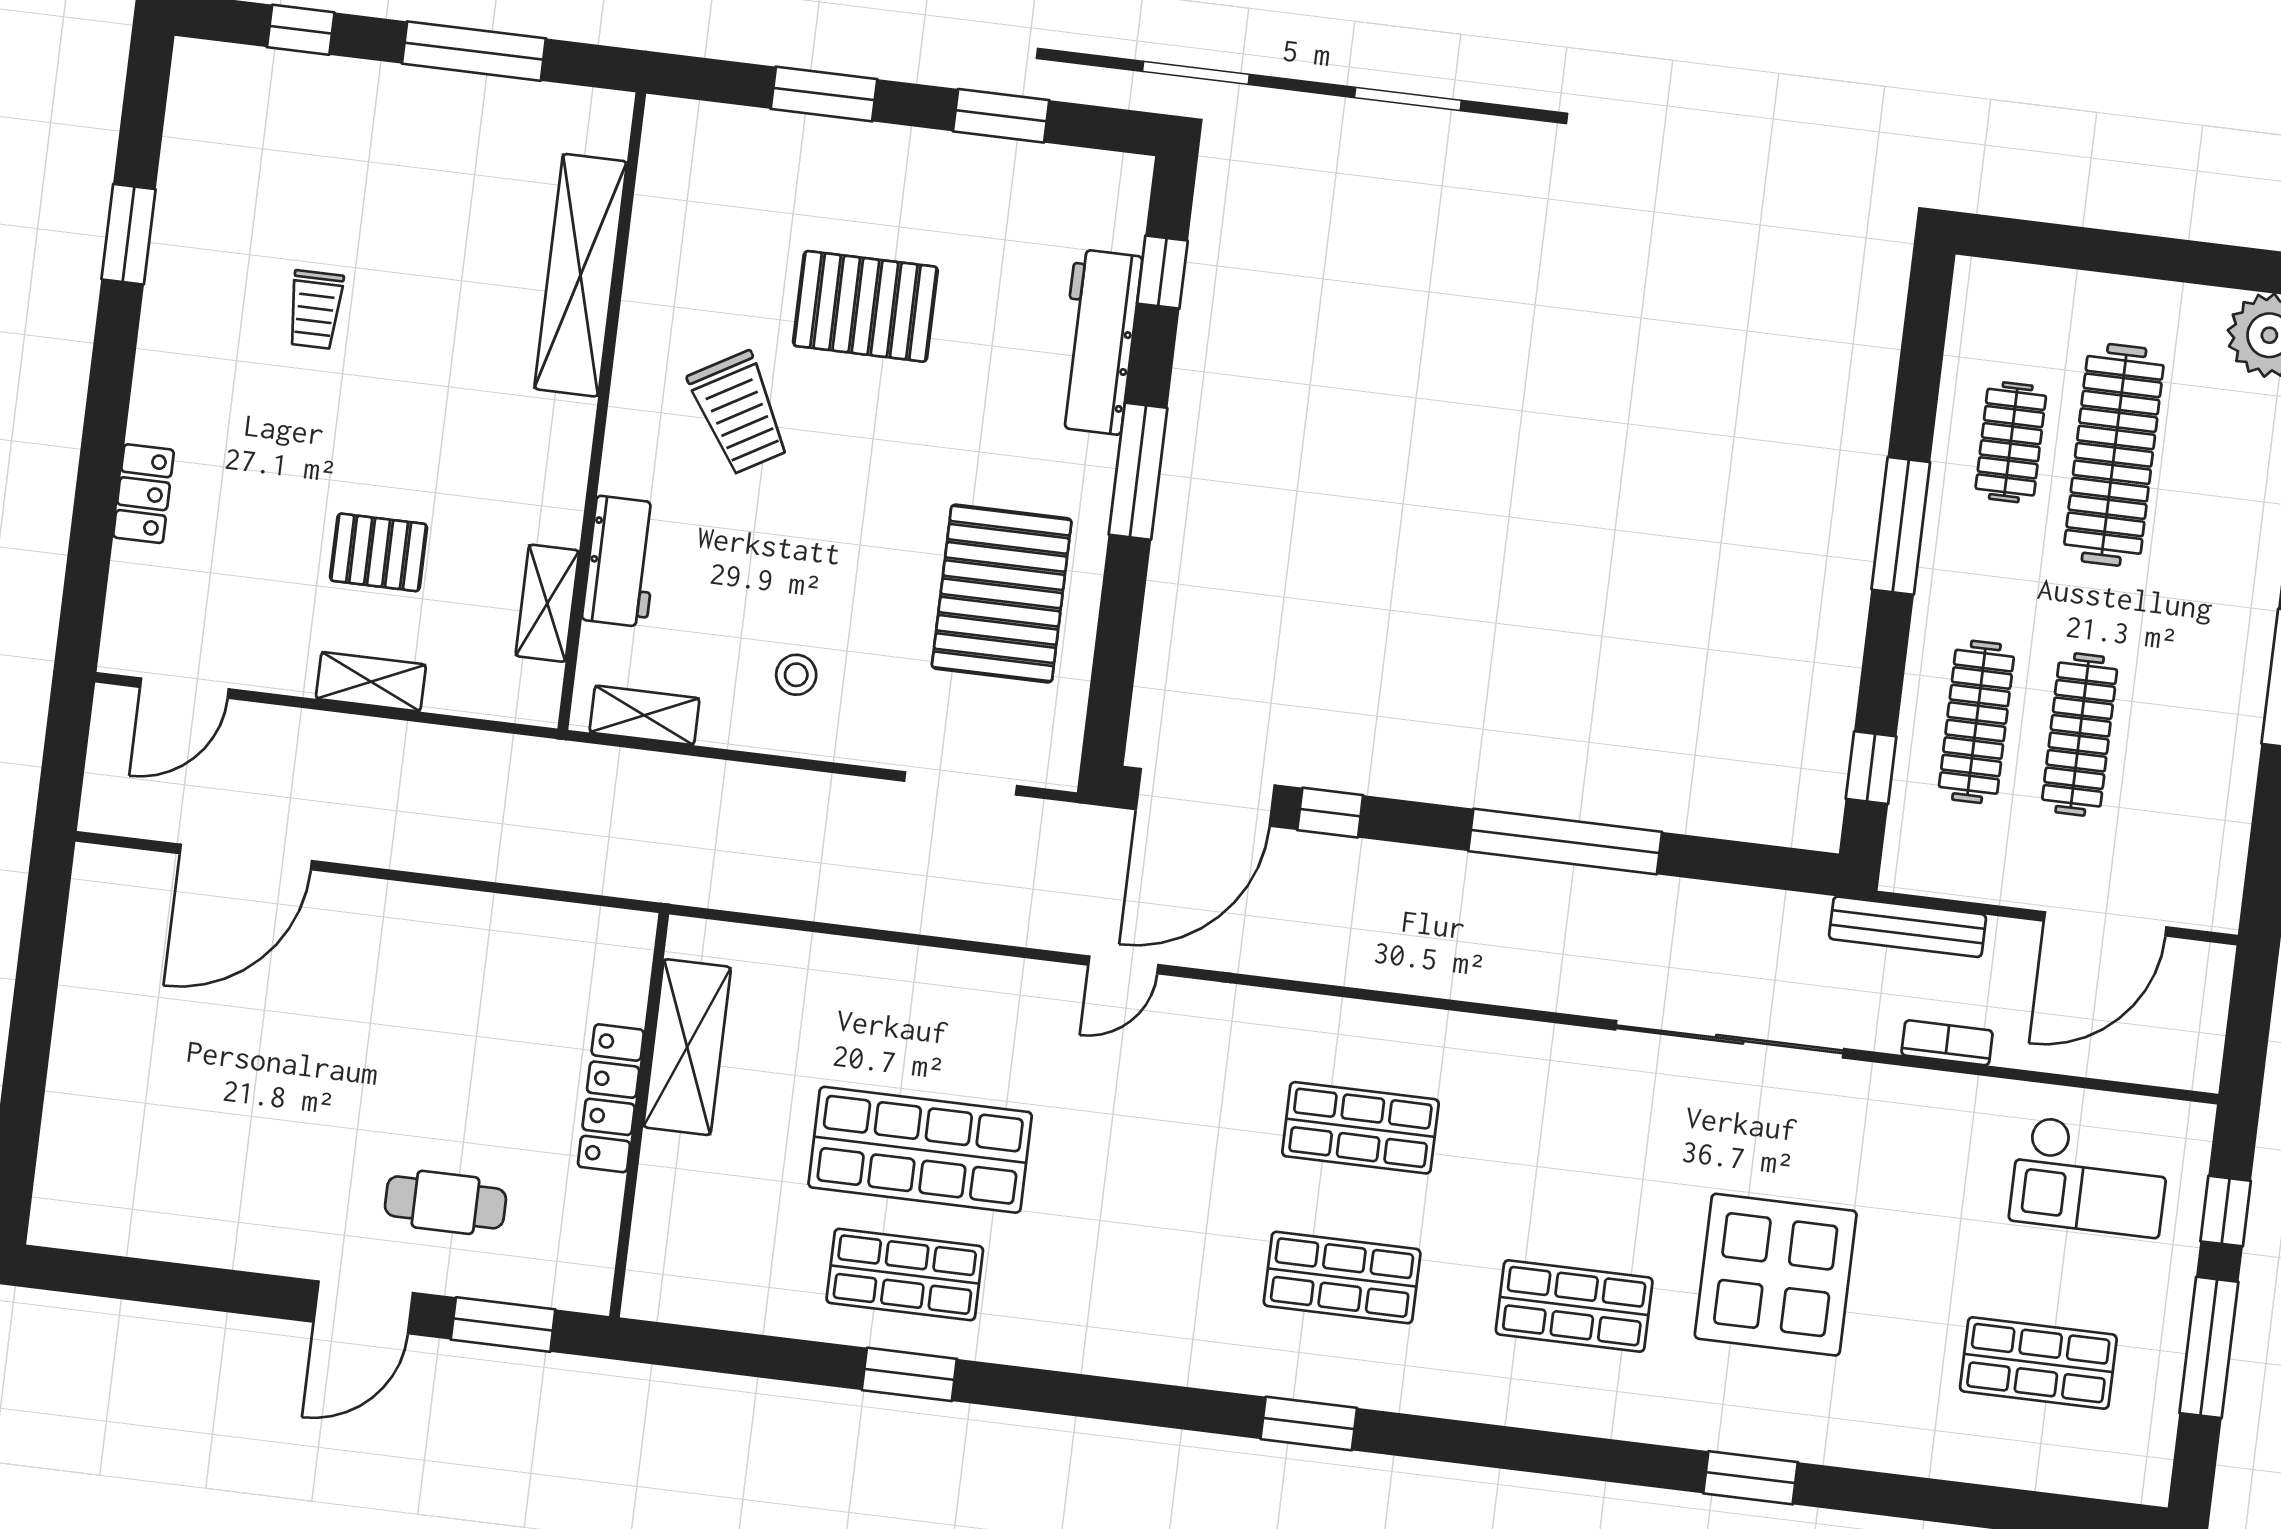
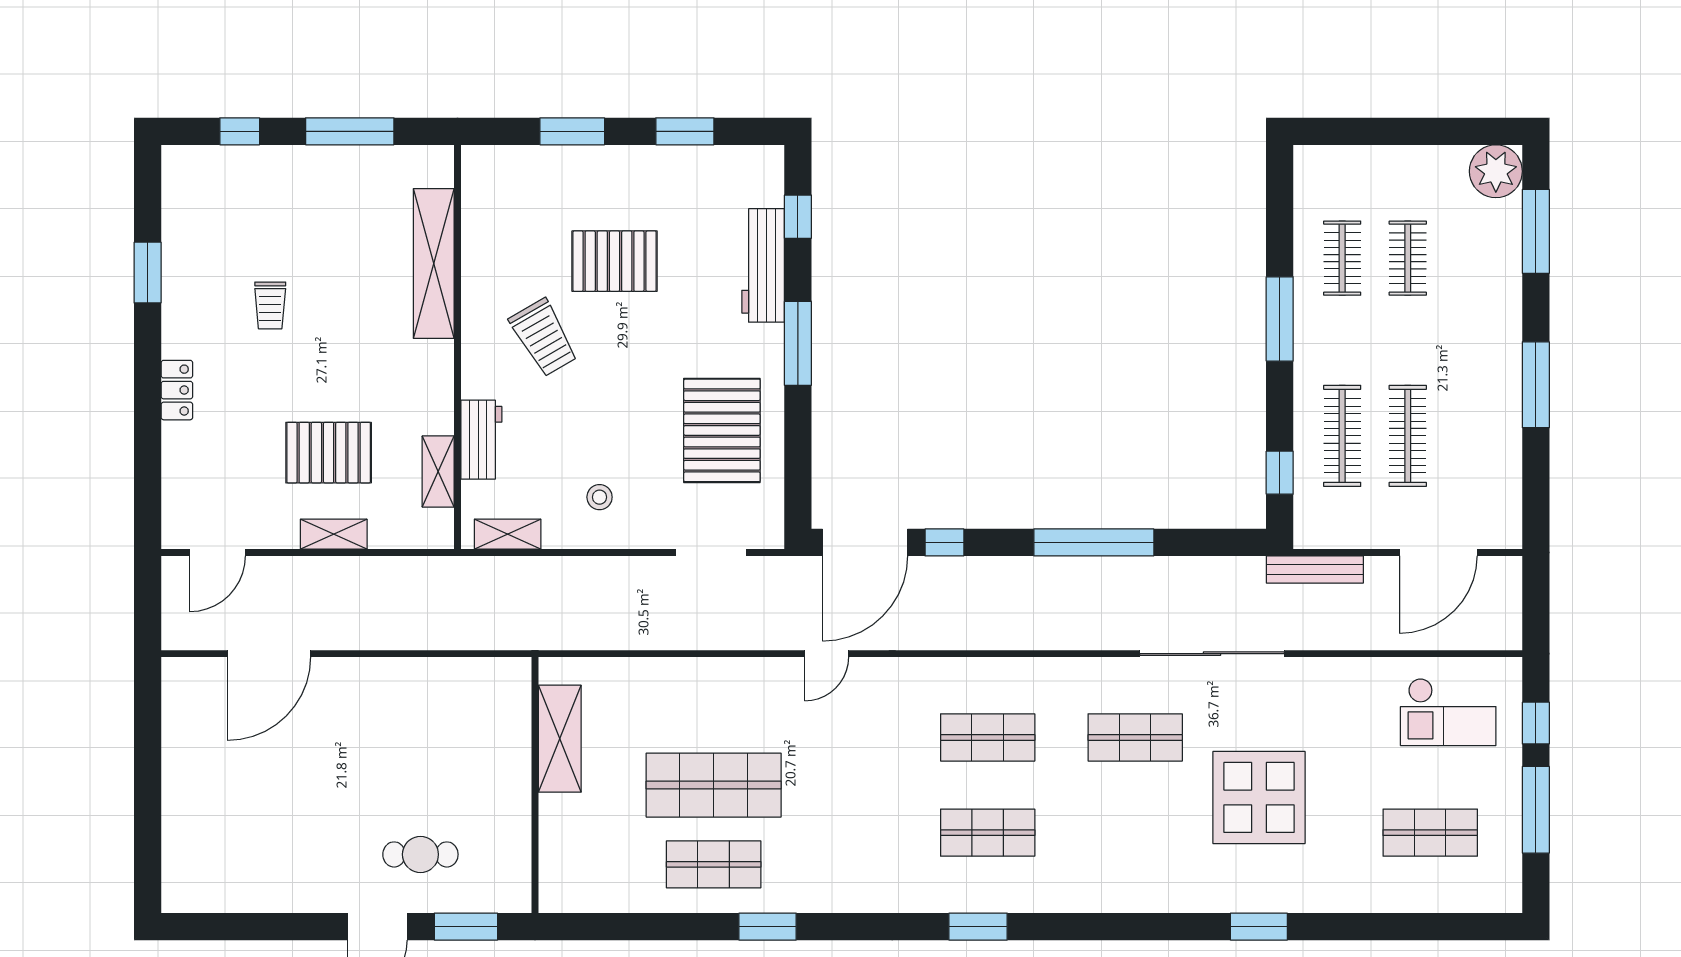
clothes rail: (2114, 455) -> (1408, 258), width x0.54, depth x0.76
locker: (144, 494) -> (177, 390), moved
pallet: (379, 552) -> (329, 453), width x1.50, depth x1.42
bookcase: (1947, 1043) -> (1348, 639), removed
locker: (611, 1098) -> (516, 777), removed
shop shelf: (1574, 1306) -> (1135, 737), moved
window: (909, 1374) -> (768, 927), moved

